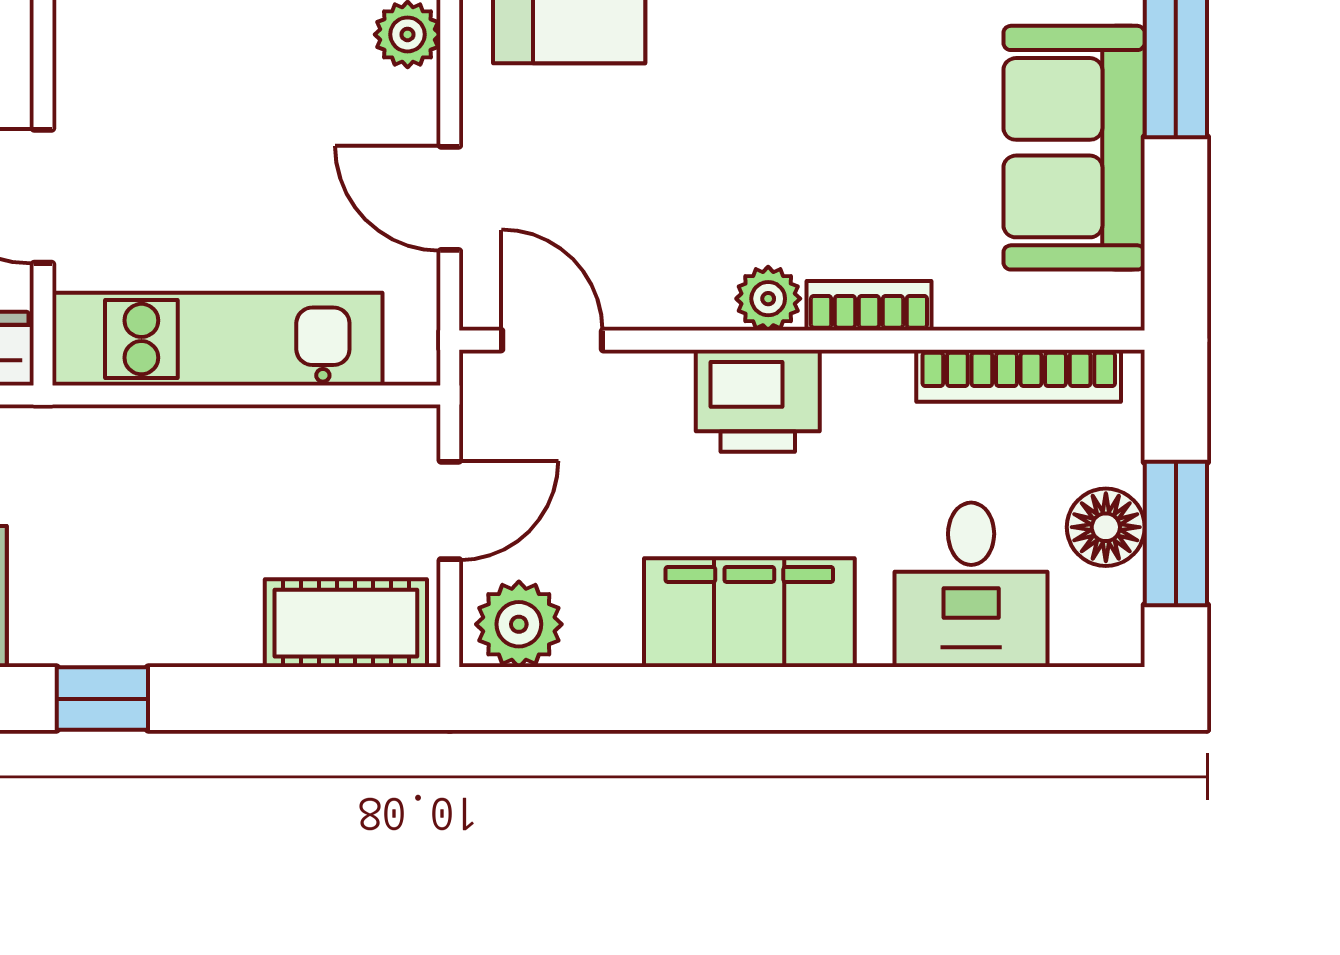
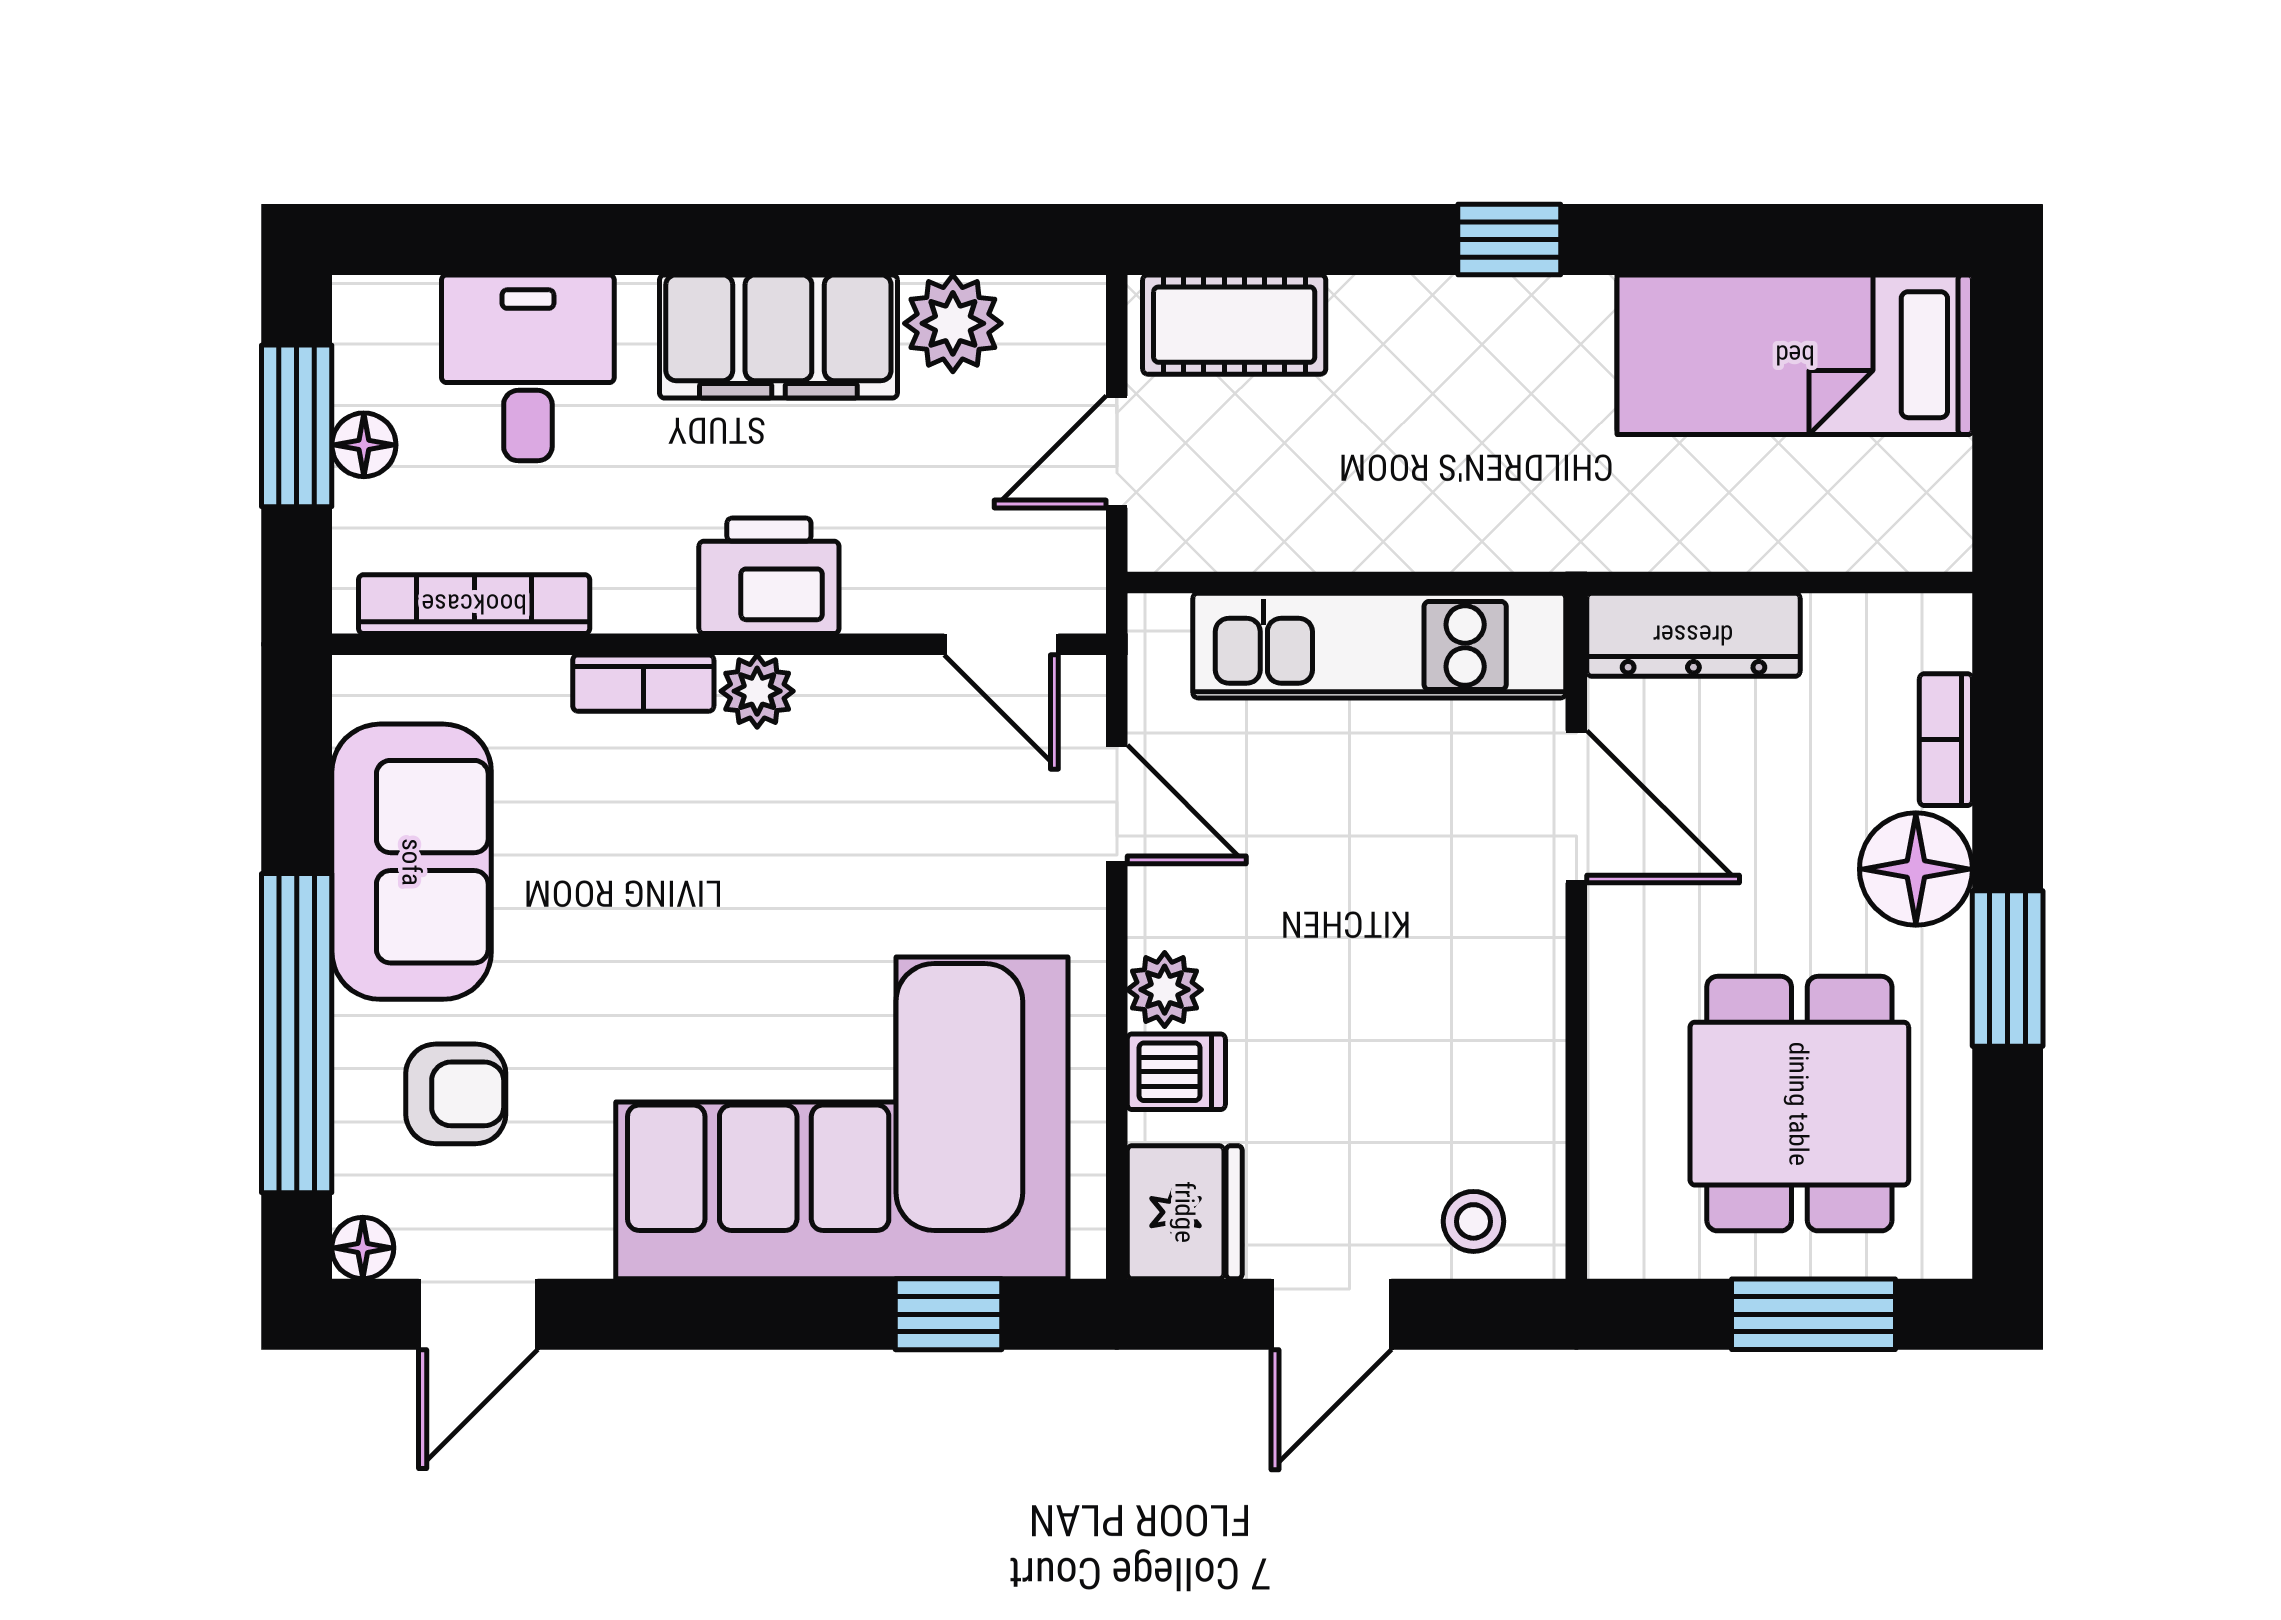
floor lamp: (1106, 527) -> (364, 445), width x0.73, depth x0.73
plant: (519, 624) -> (953, 323), moved

